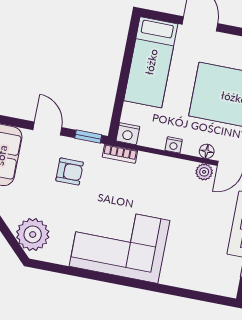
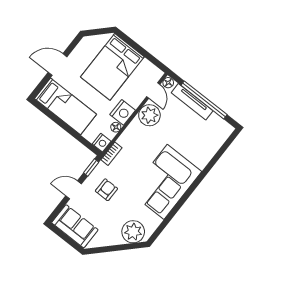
nightstand: (174, 145) -> (123, 112), width x1.89, depth x1.79
floor lamp: (207, 151) -> (116, 127), moved
plant: (204, 172) -> (149, 115), width x1.88, depth x1.88

